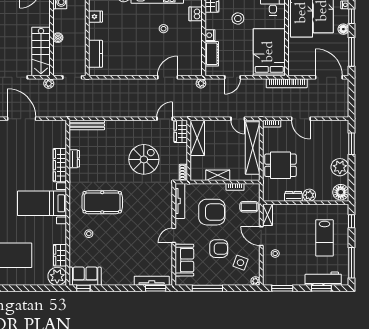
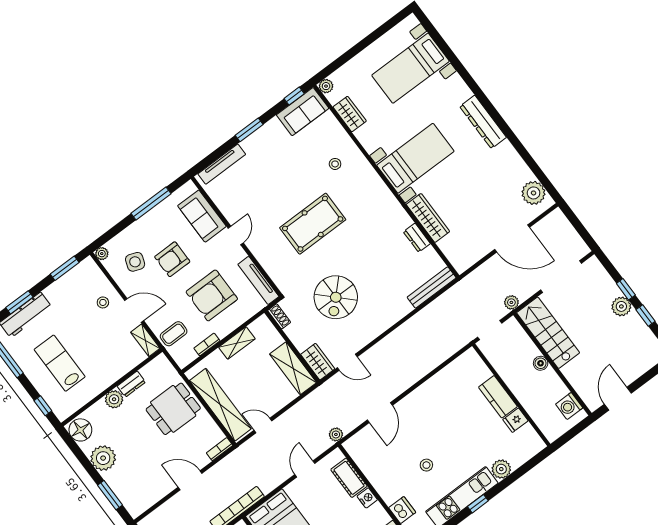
kitchen counter: (95, 54) -> (498, 397), moved
door: (165, 119) -> (347, 362), hinge flipped
pool table: (102, 202) -> (313, 224), moved
plant: (57, 276) -> (326, 86), width x0.53, depth x0.53
window: (156, 288) -> (249, 130), moved

